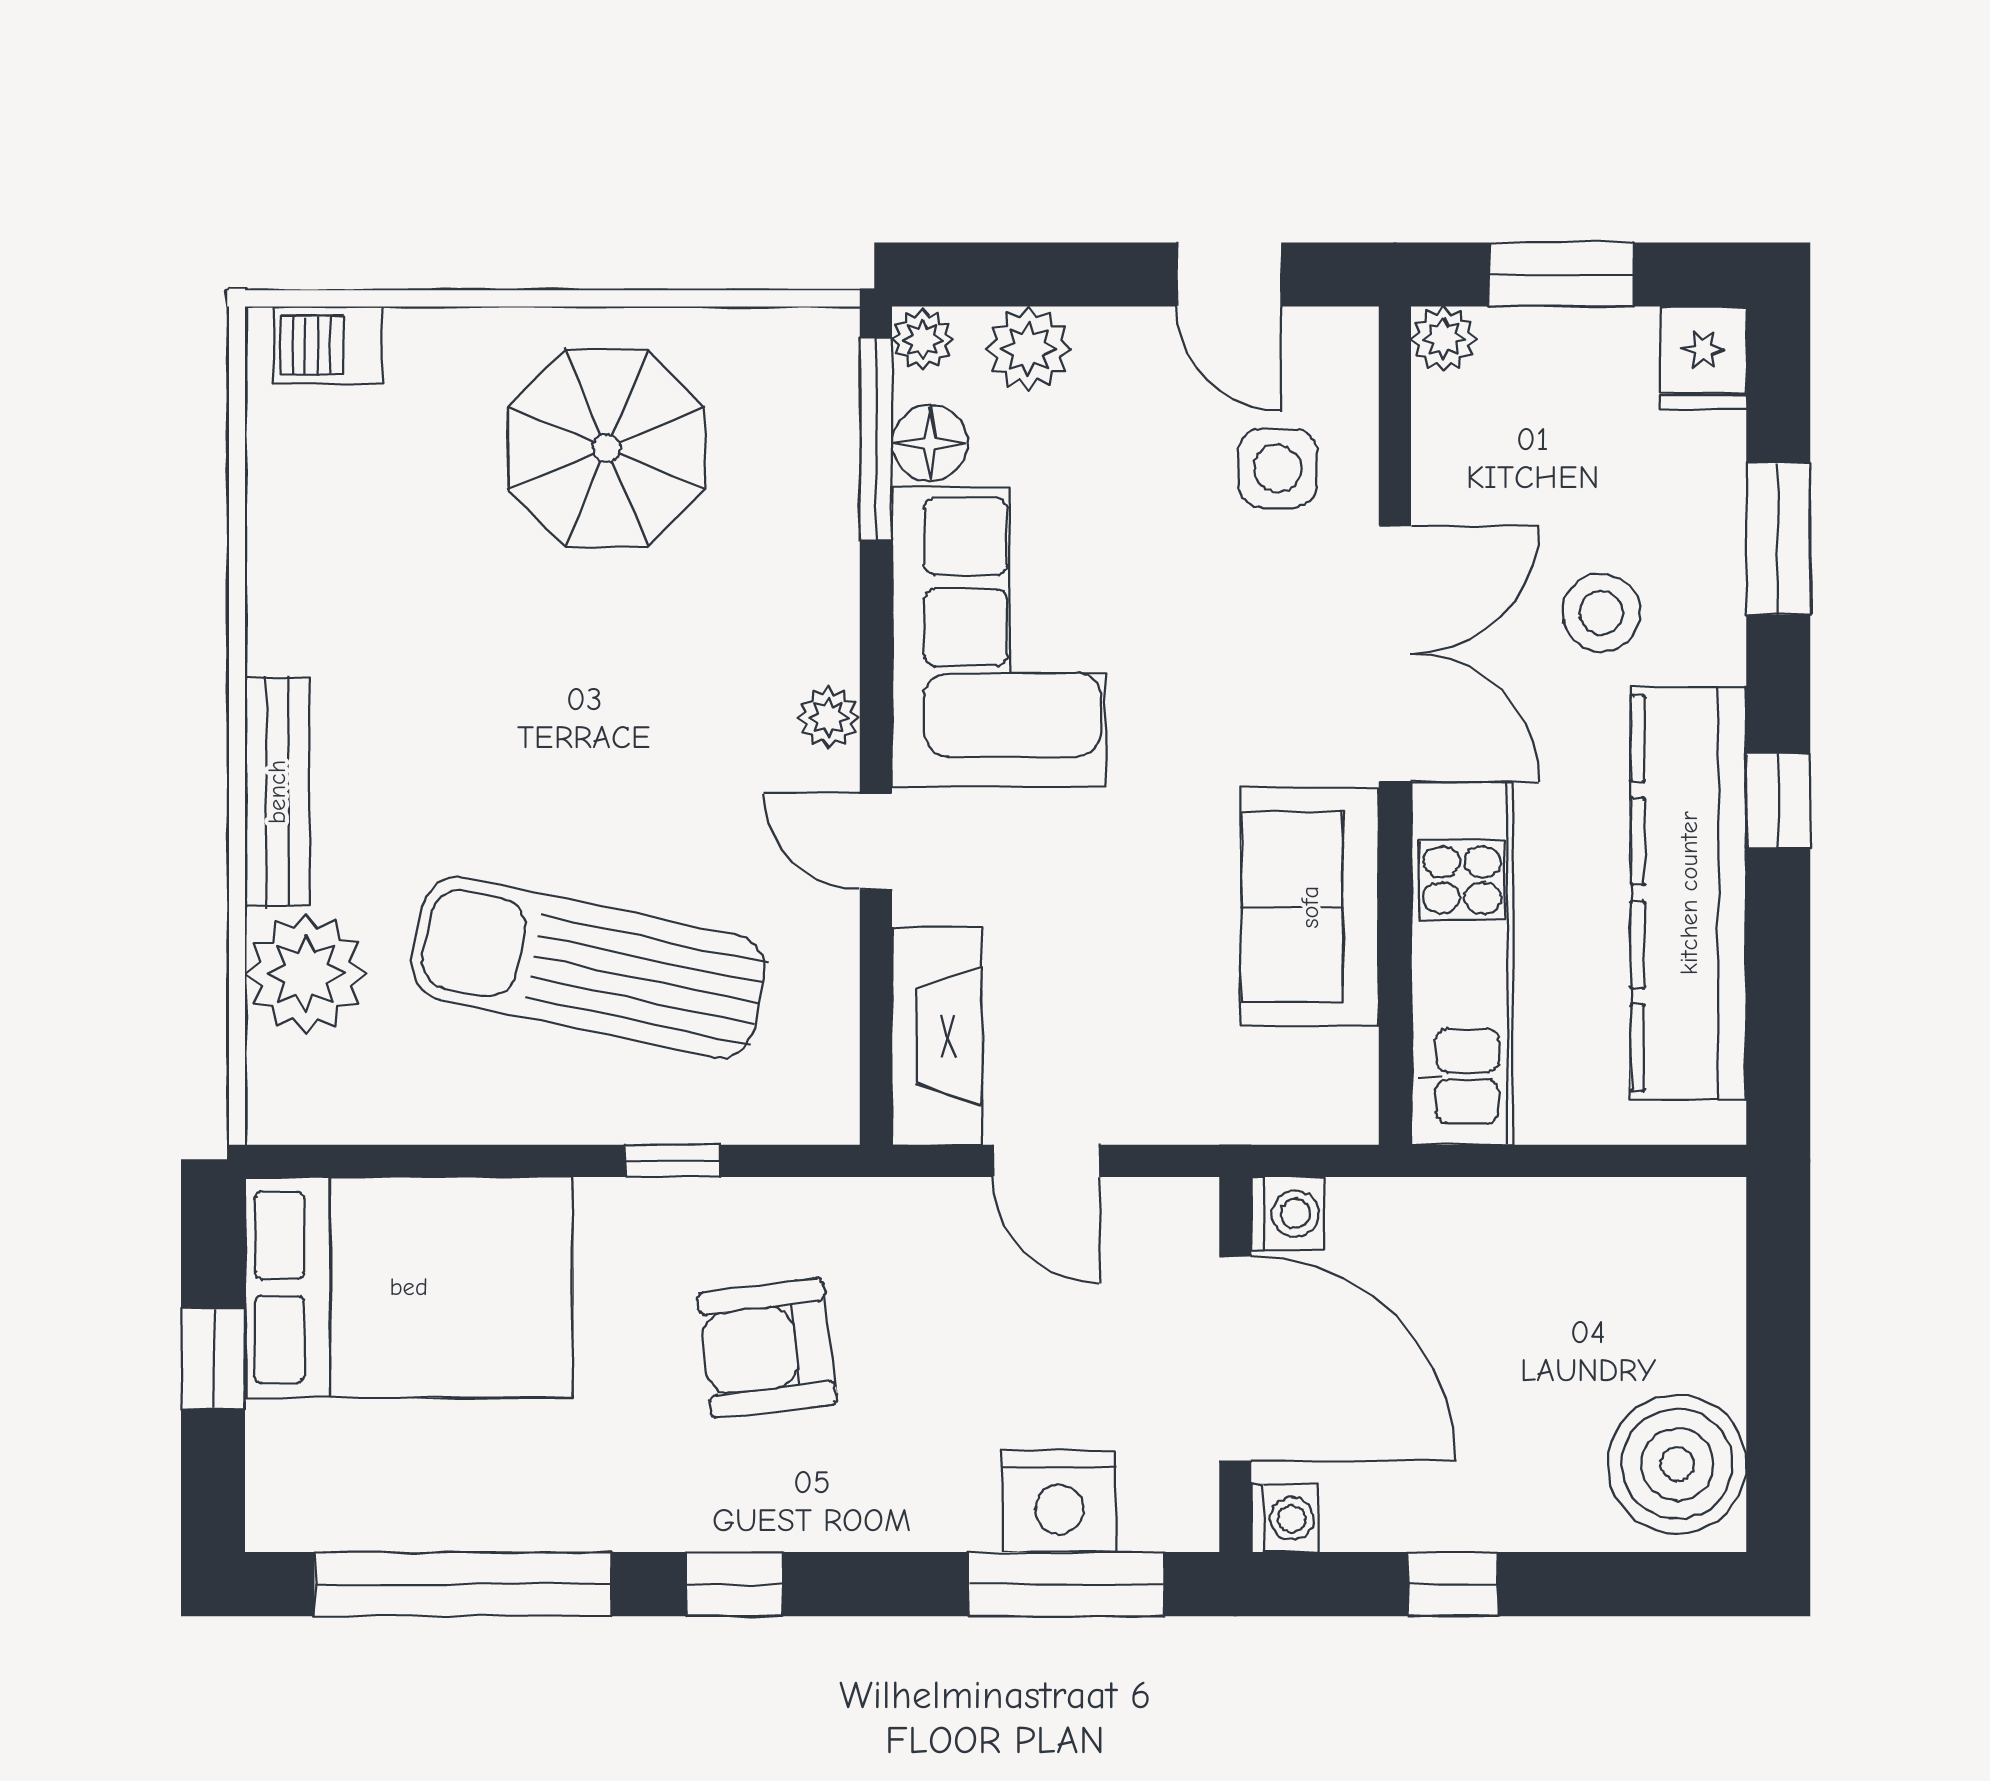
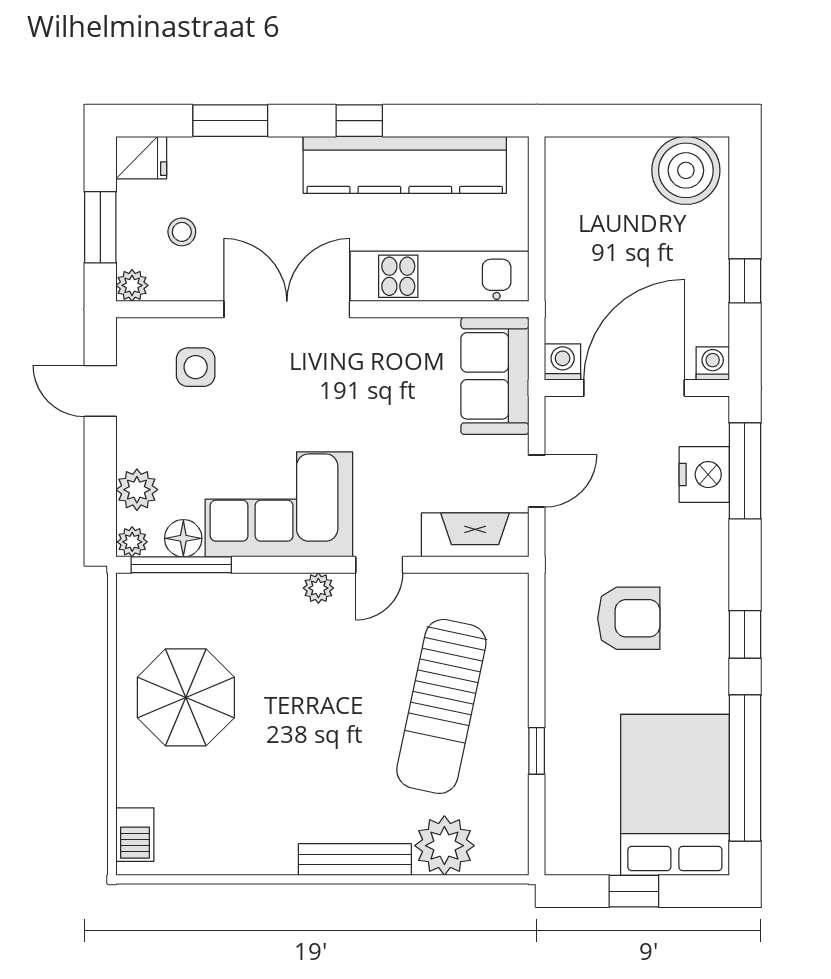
door: (1229, 274) -> (100, 391), swing flipped
stool: (1601, 613) -> (182, 232), moved, width x0.73, depth x0.73
sofa: (1310, 907) -> (495, 376), moved, turned 90
window: (673, 1161) -> (537, 751), moved
bed: (409, 1287) -> (675, 795), moved
armchair: (767, 1348) -> (629, 618), turned -83

